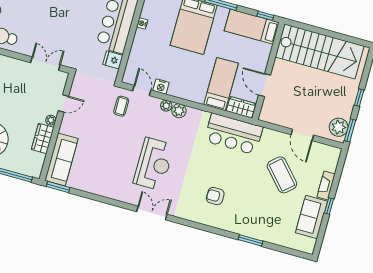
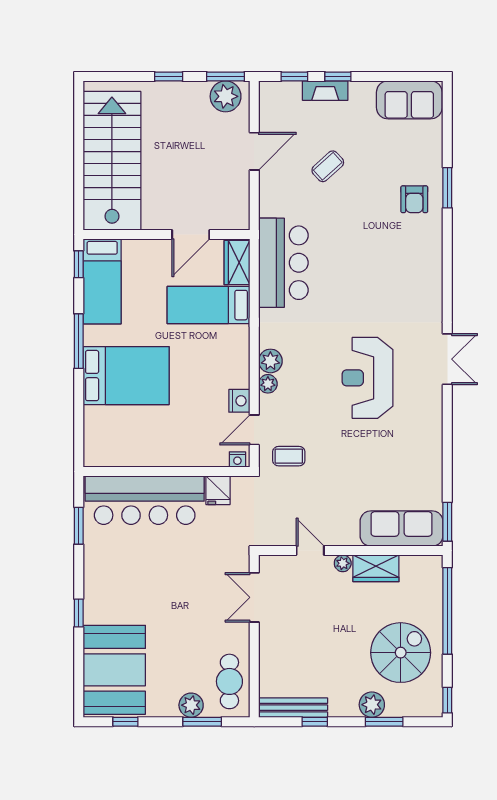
nightstand: (142, 23) -> (237, 459), moved
reception desk: (154, 164) -> (367, 378), turned -90
window: (339, 170) -> (294, 77), added
coffee table: (282, 175) -> (328, 166), width x0.54, depth x0.58
armchair: (215, 196) -> (414, 199), moved
window: (329, 206) -> (338, 77), moved
double door: (152, 213) -> (447, 359), swing flipped
sofa: (311, 217) -> (409, 100), moved

